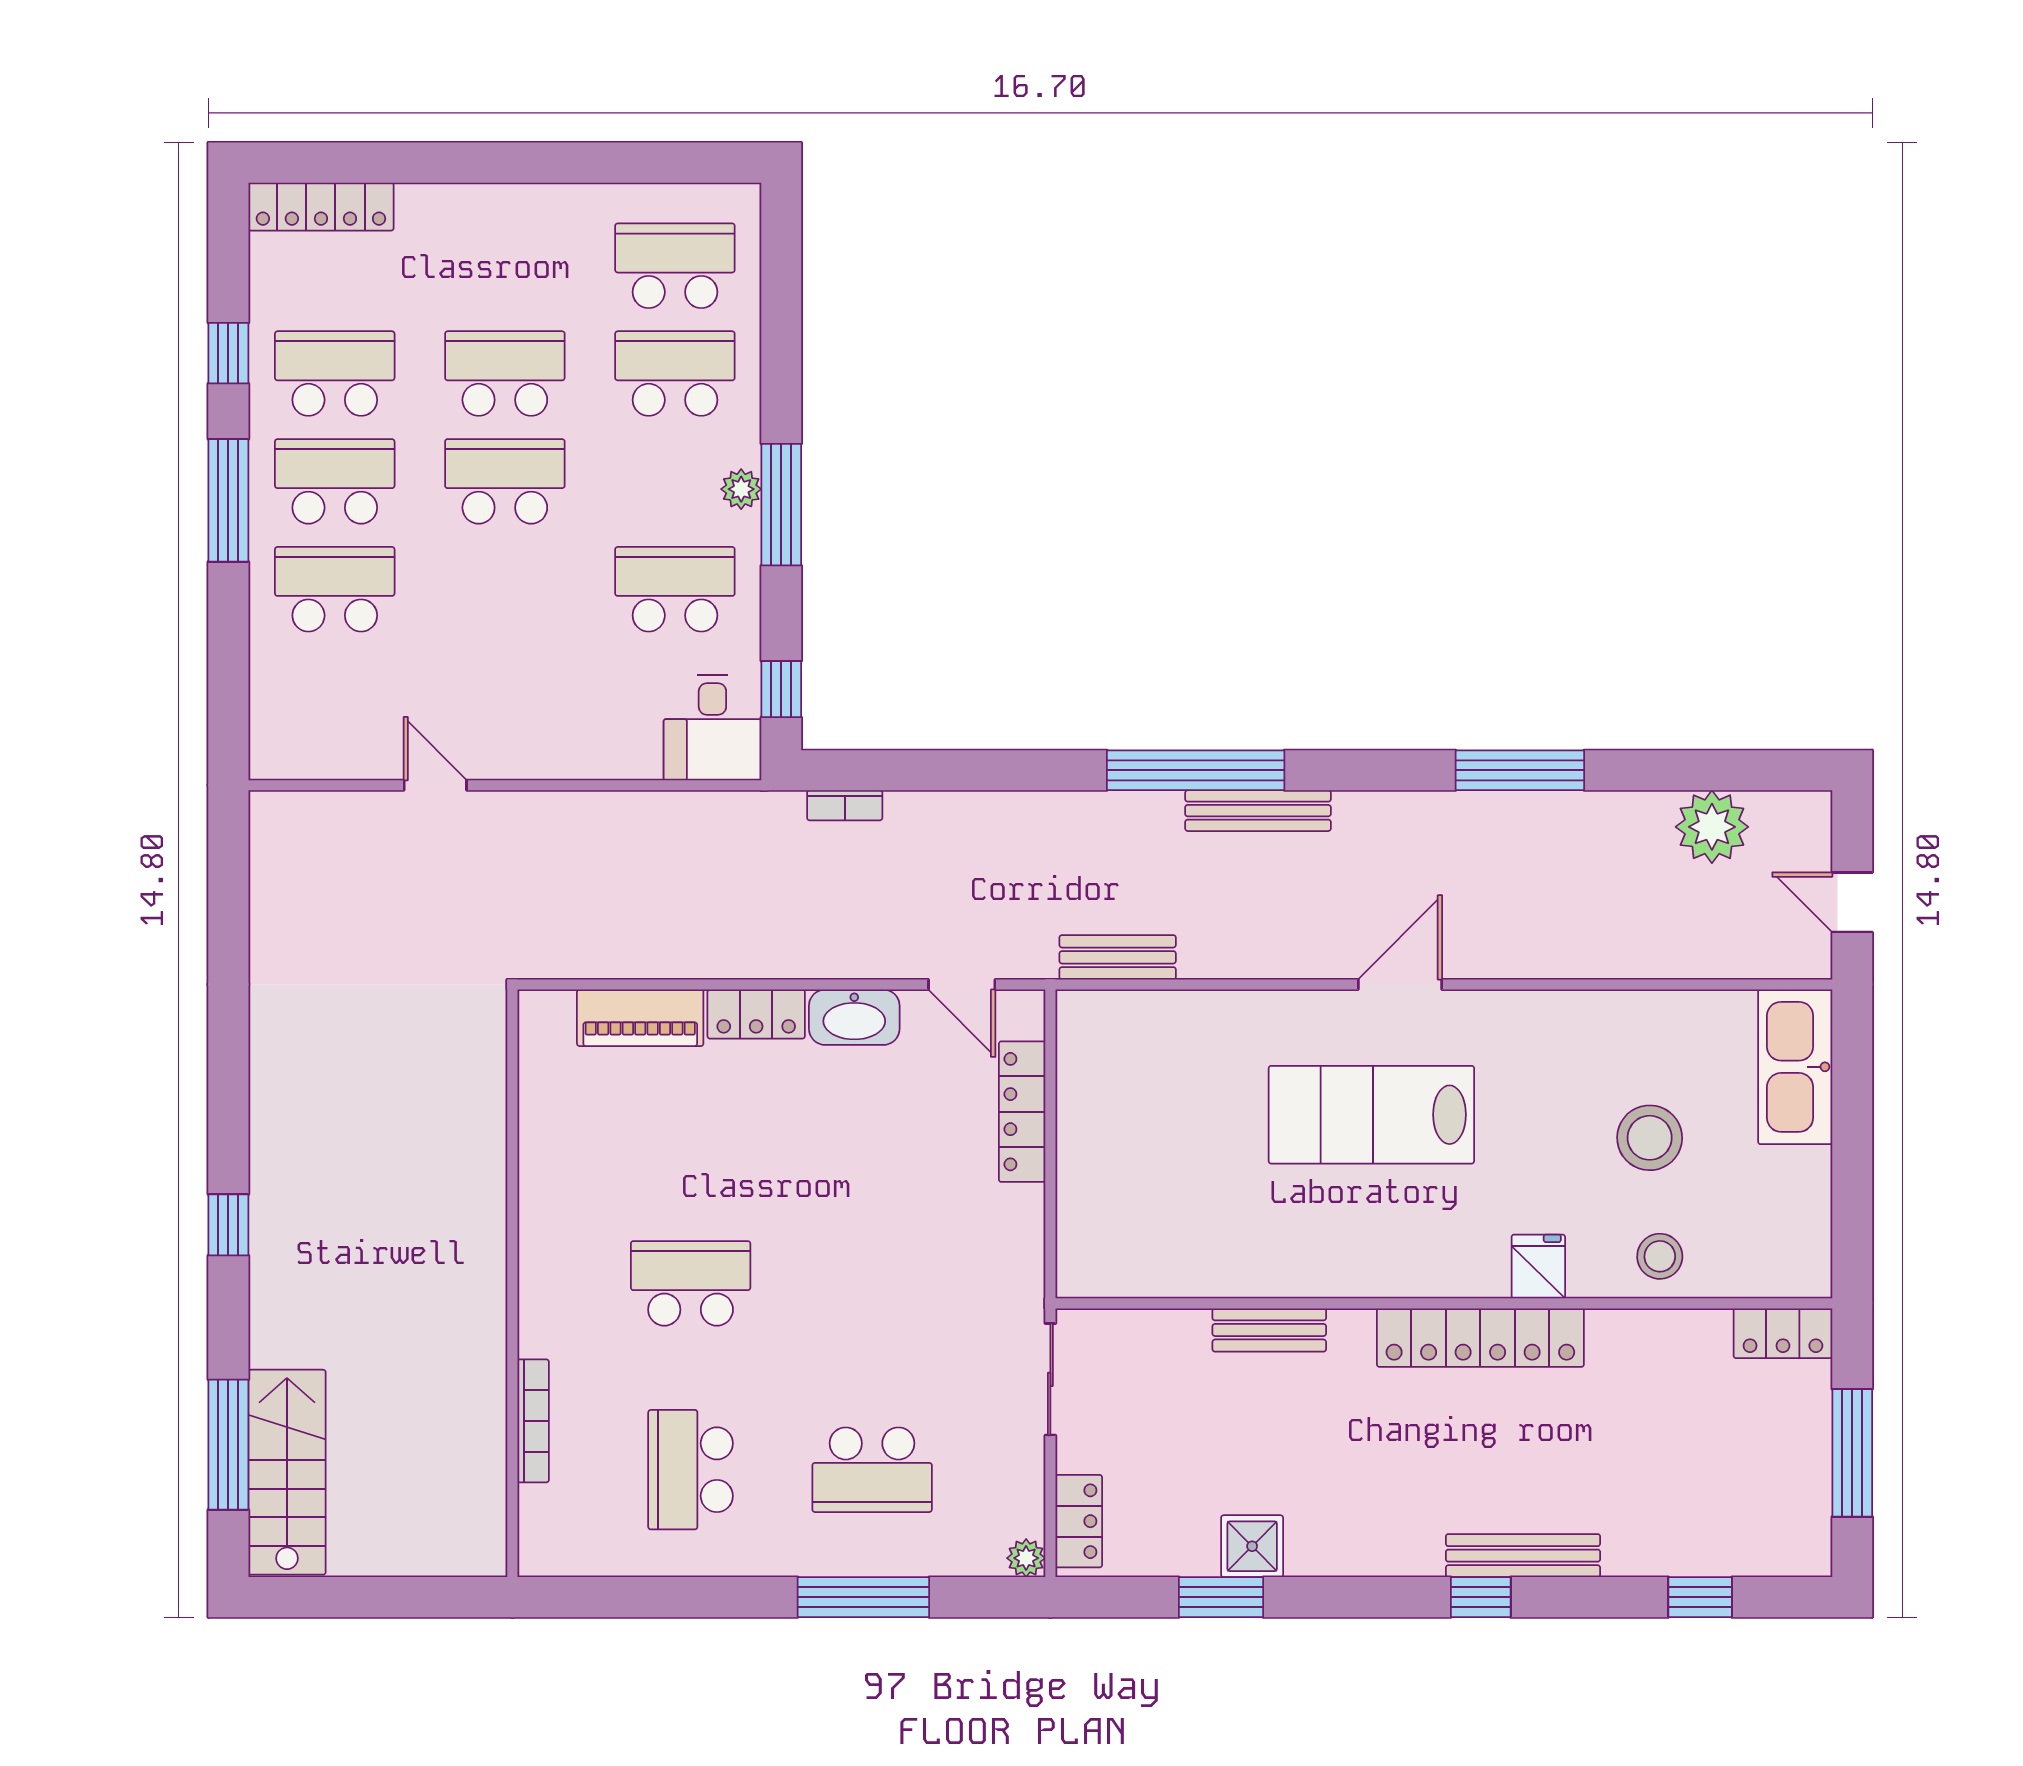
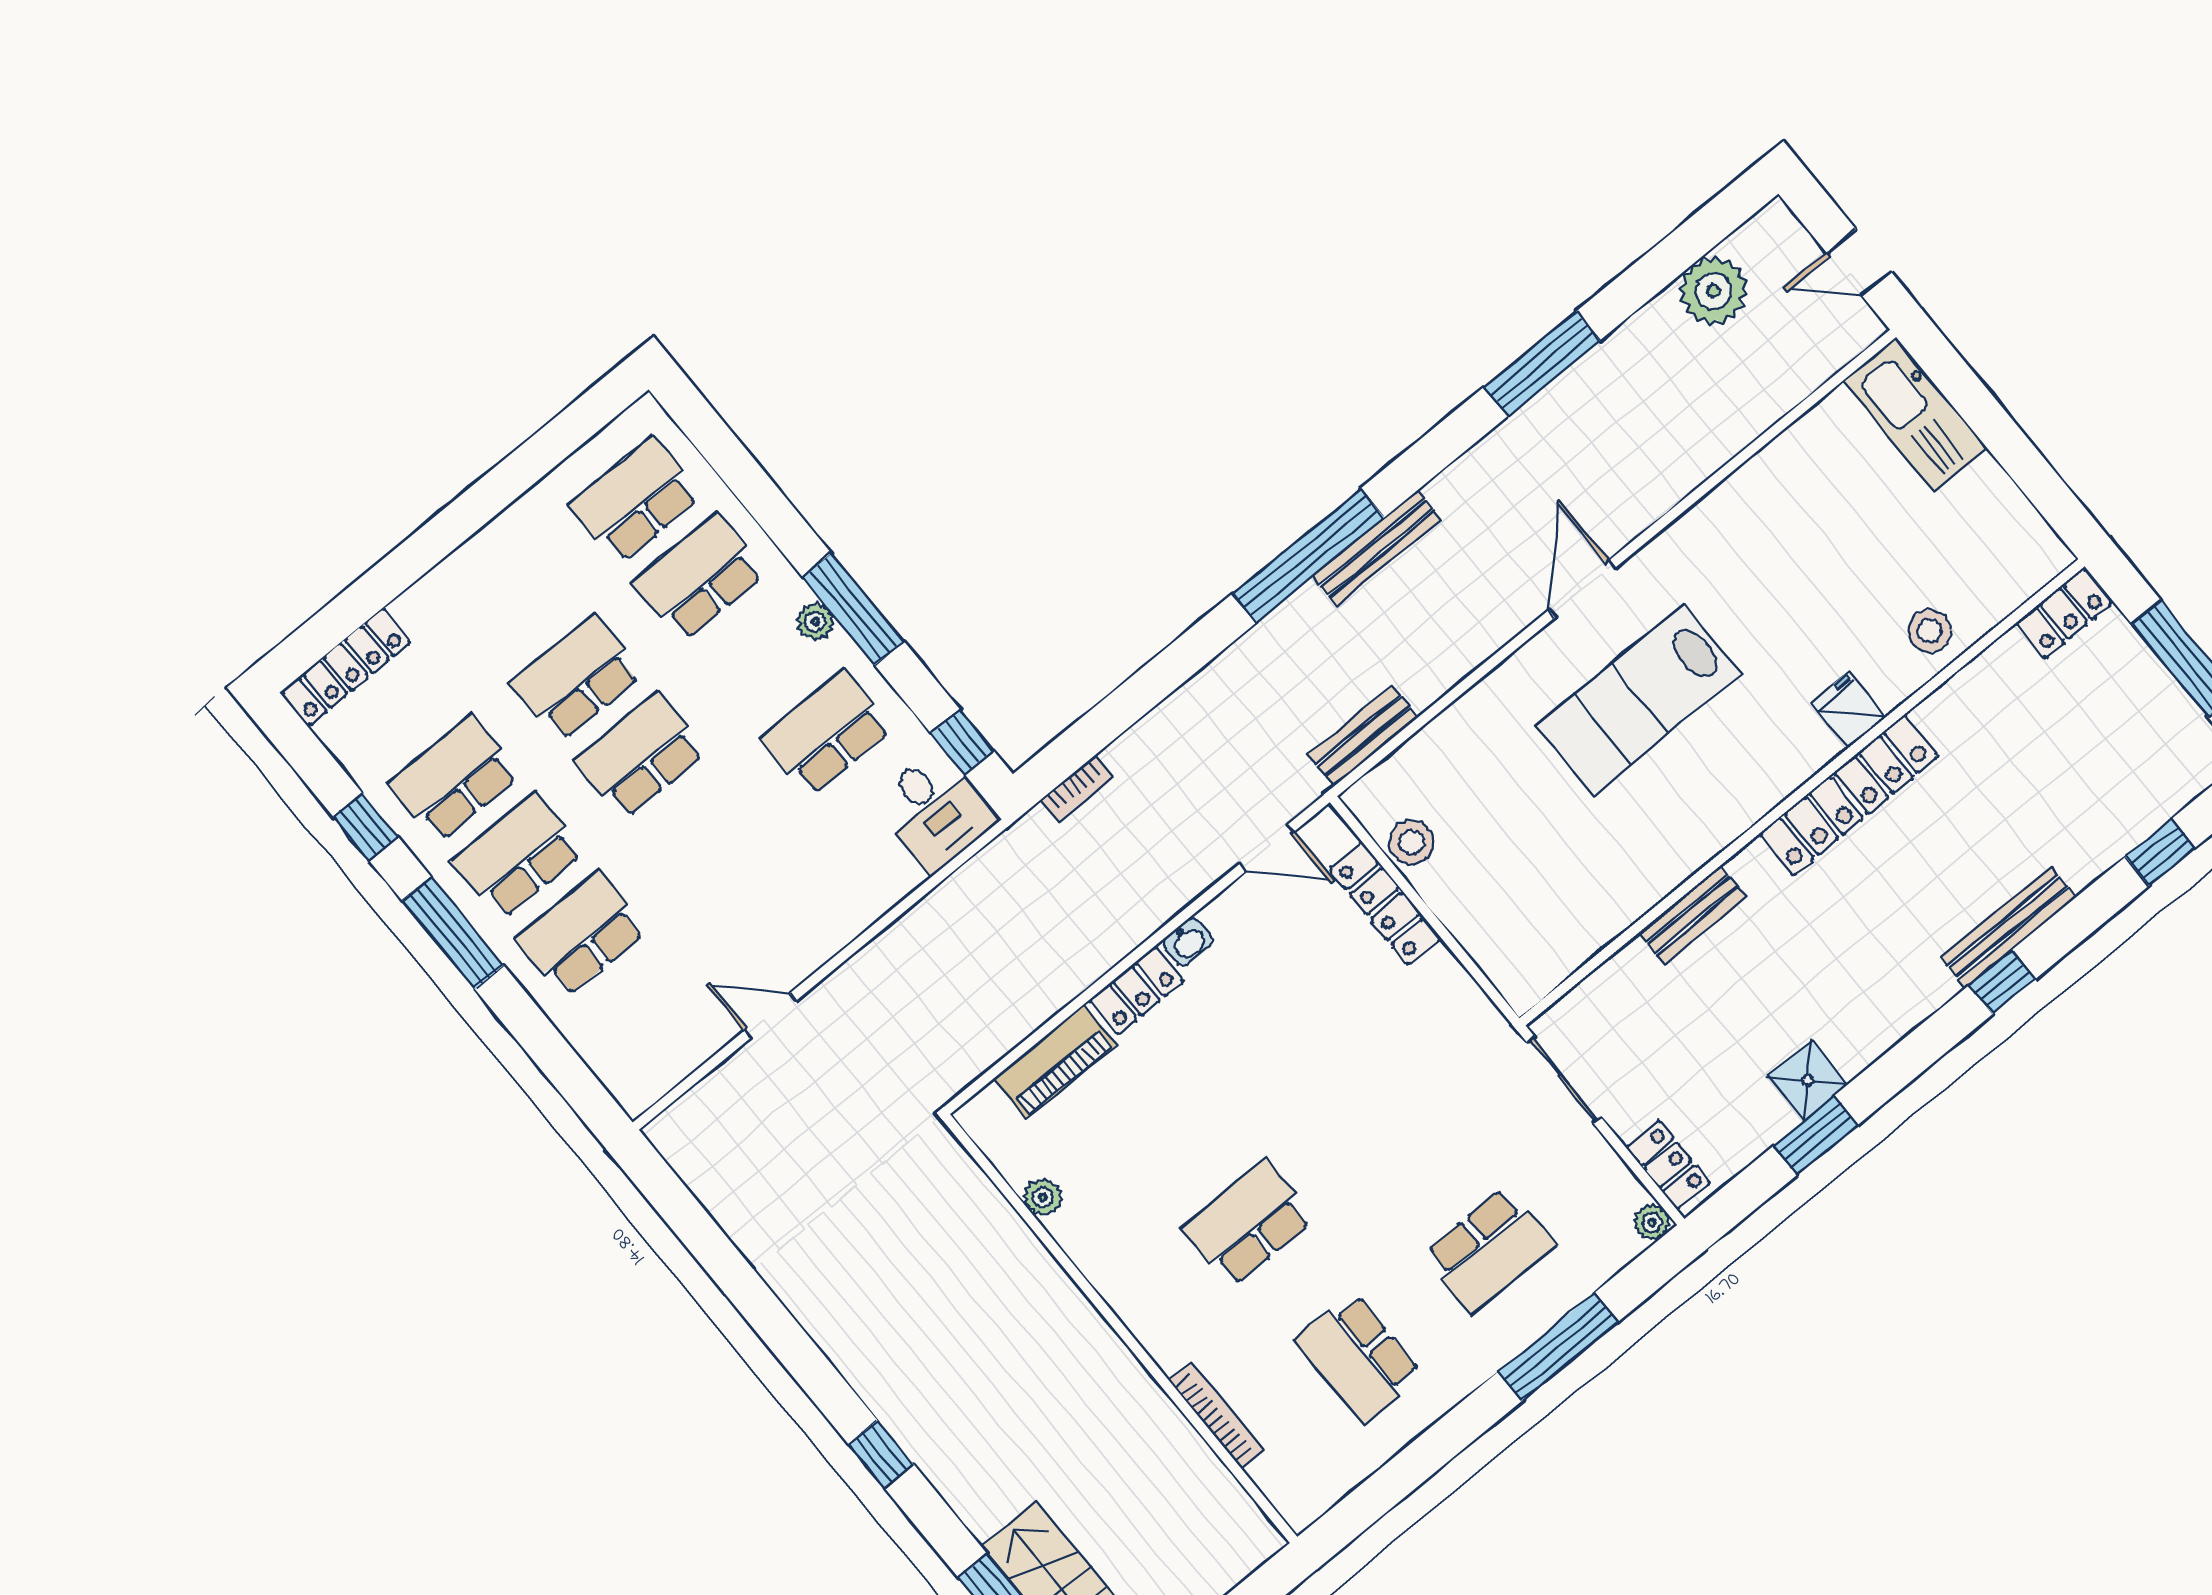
washbasin: (854, 1017) -> (1188, 942), width x0.52, depth x0.69
plant: (538, 1122) -> (1043, 1197), added
stool: (1650, 1138) -> (1411, 842), moved, width x0.73, depth x0.73

